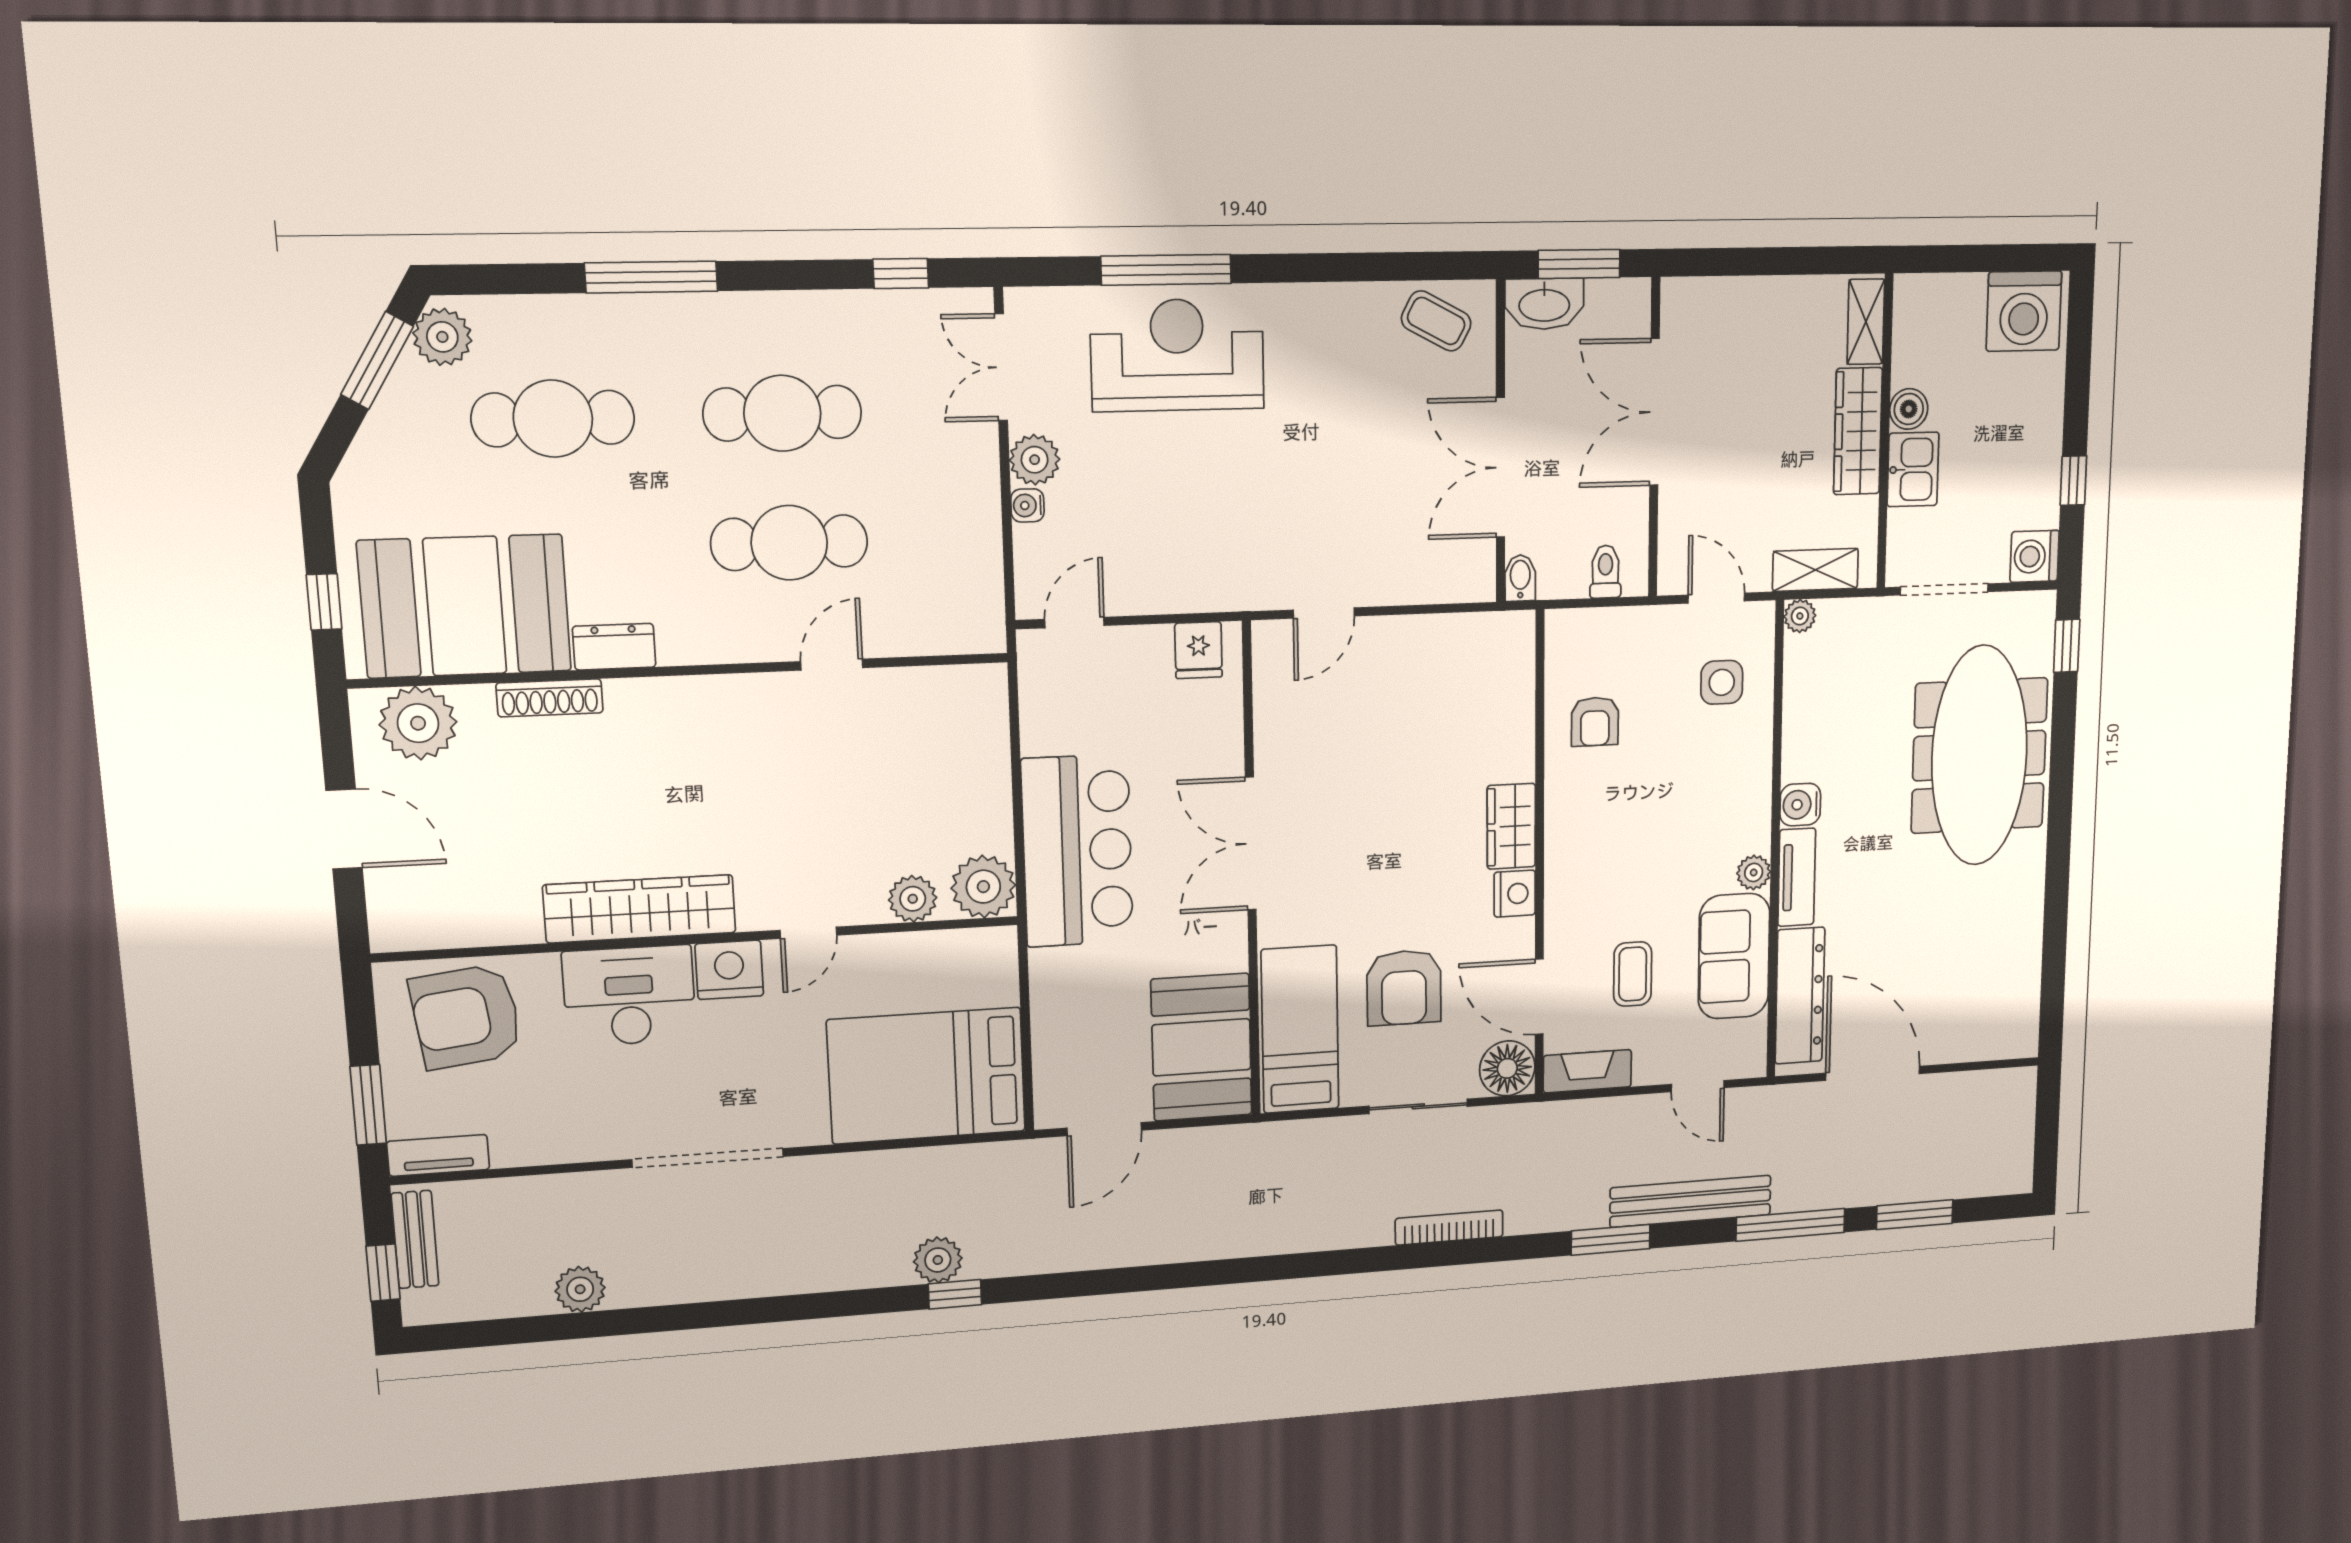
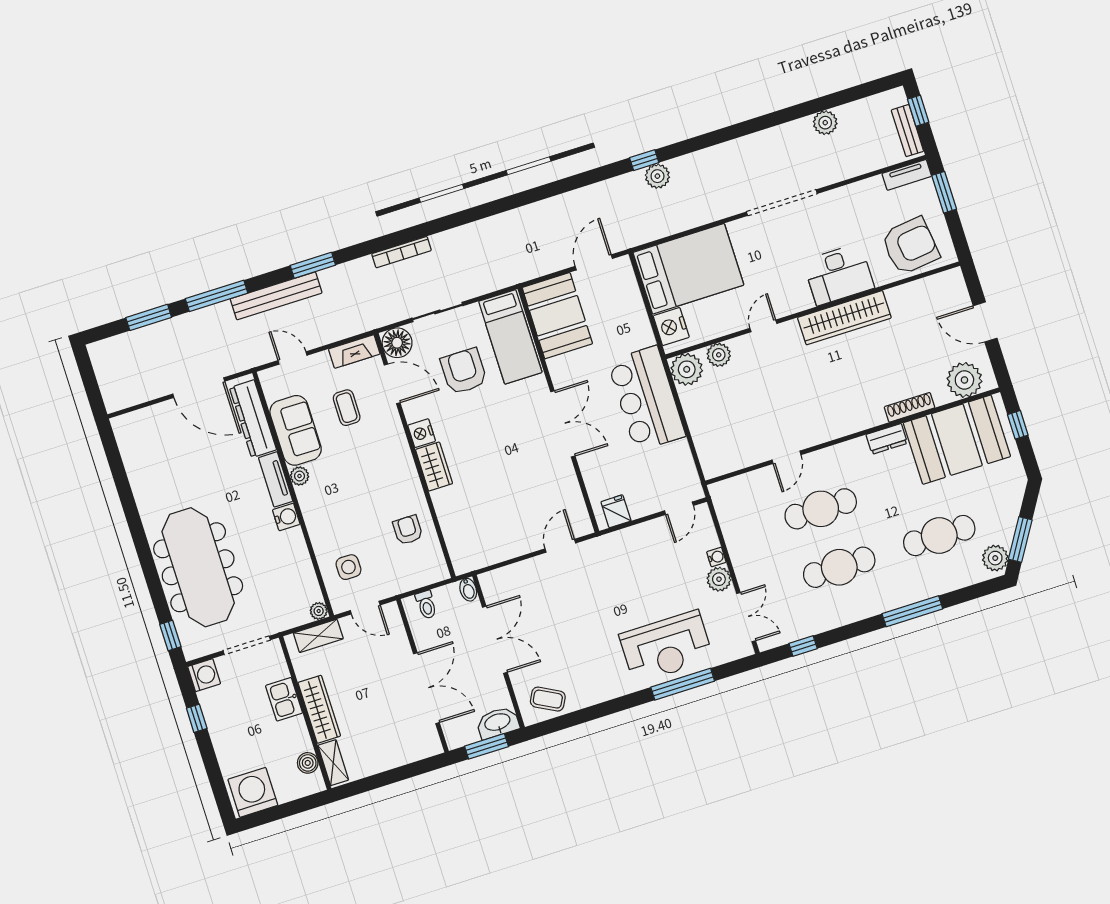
boiler: (1909, 409) -> (308, 763), moved
nightstand: (729, 970) -> (671, 327), moved, turned 90

